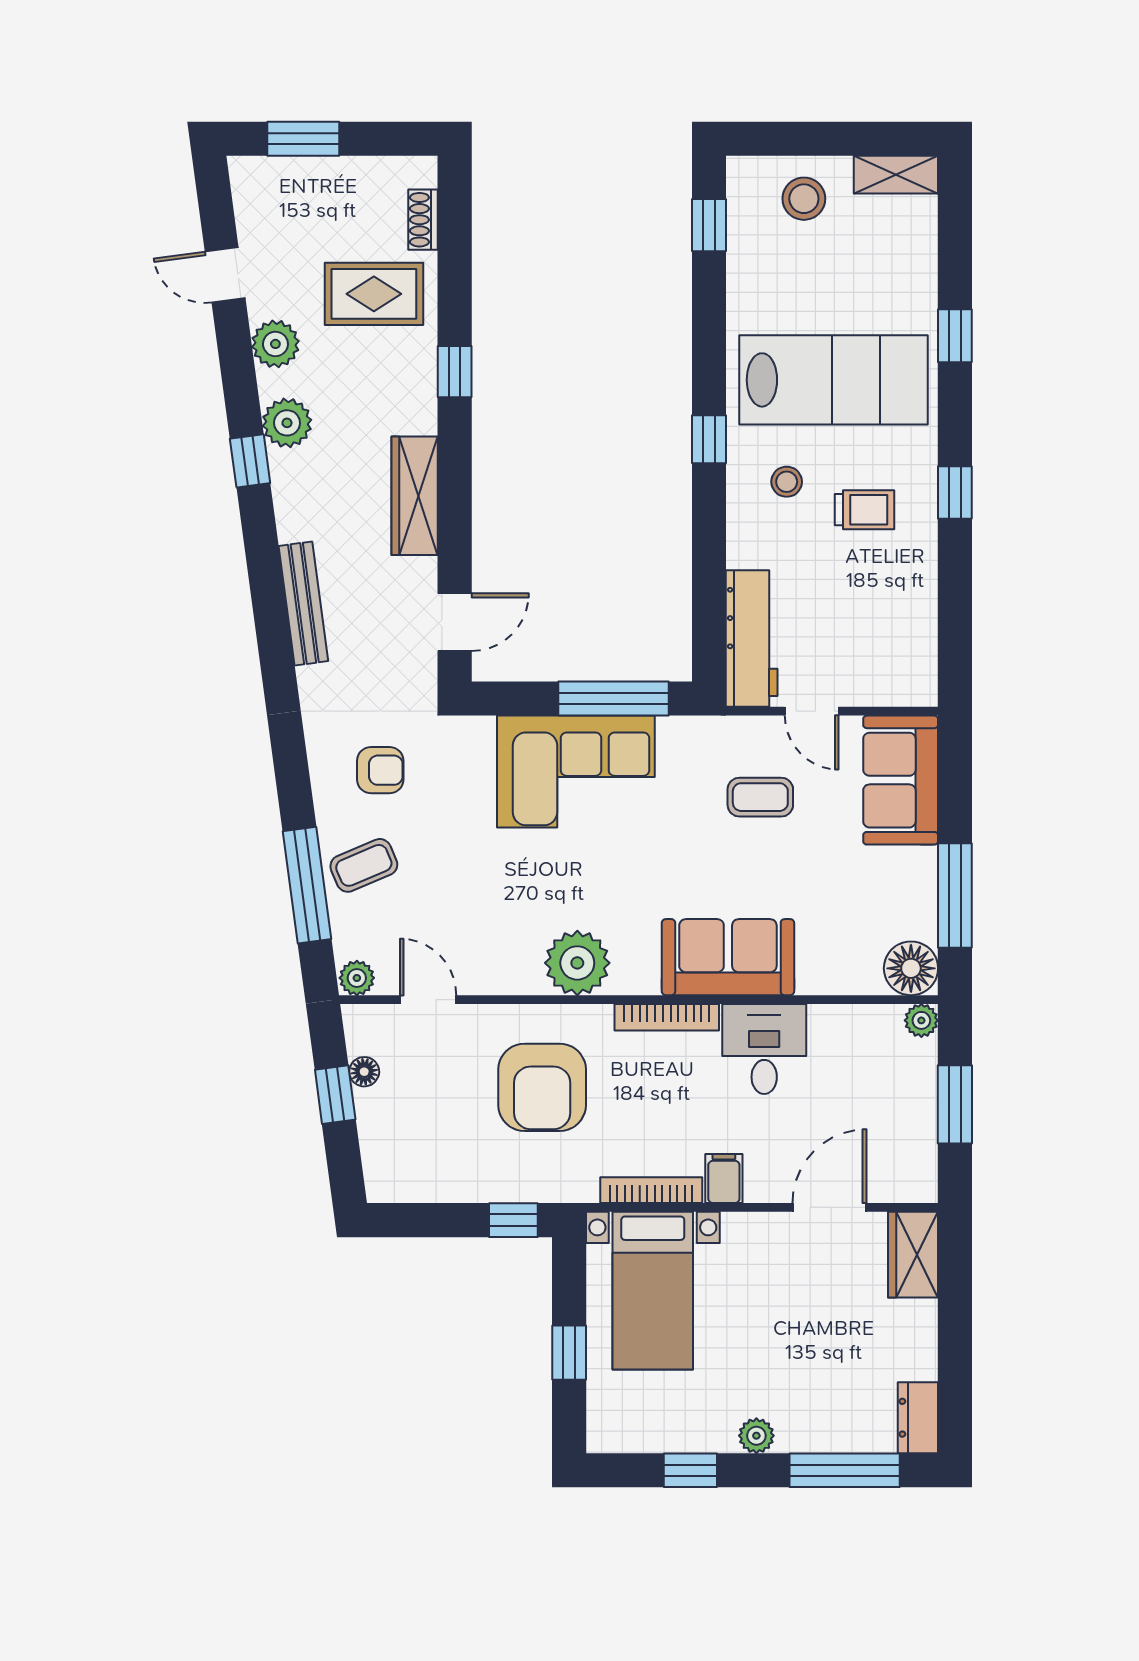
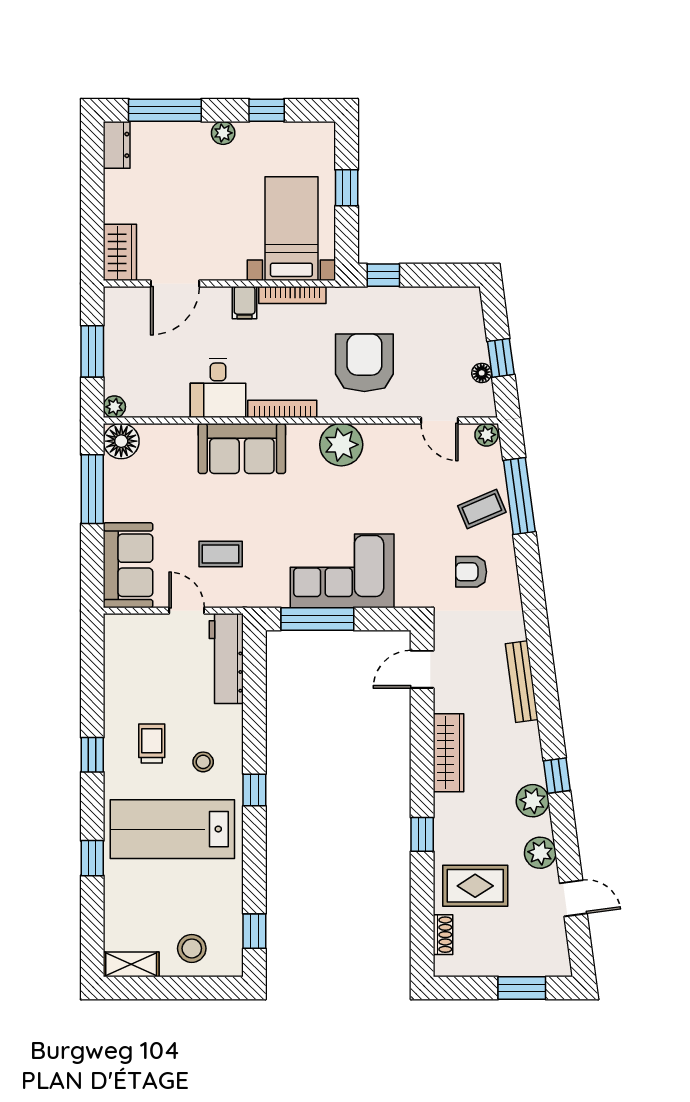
trolley: (865, 510) -> (152, 743), turned 90

